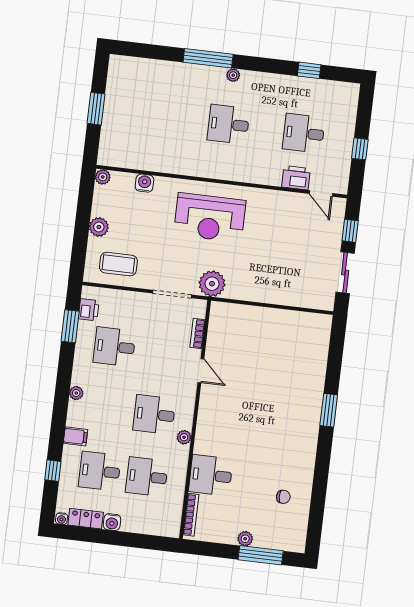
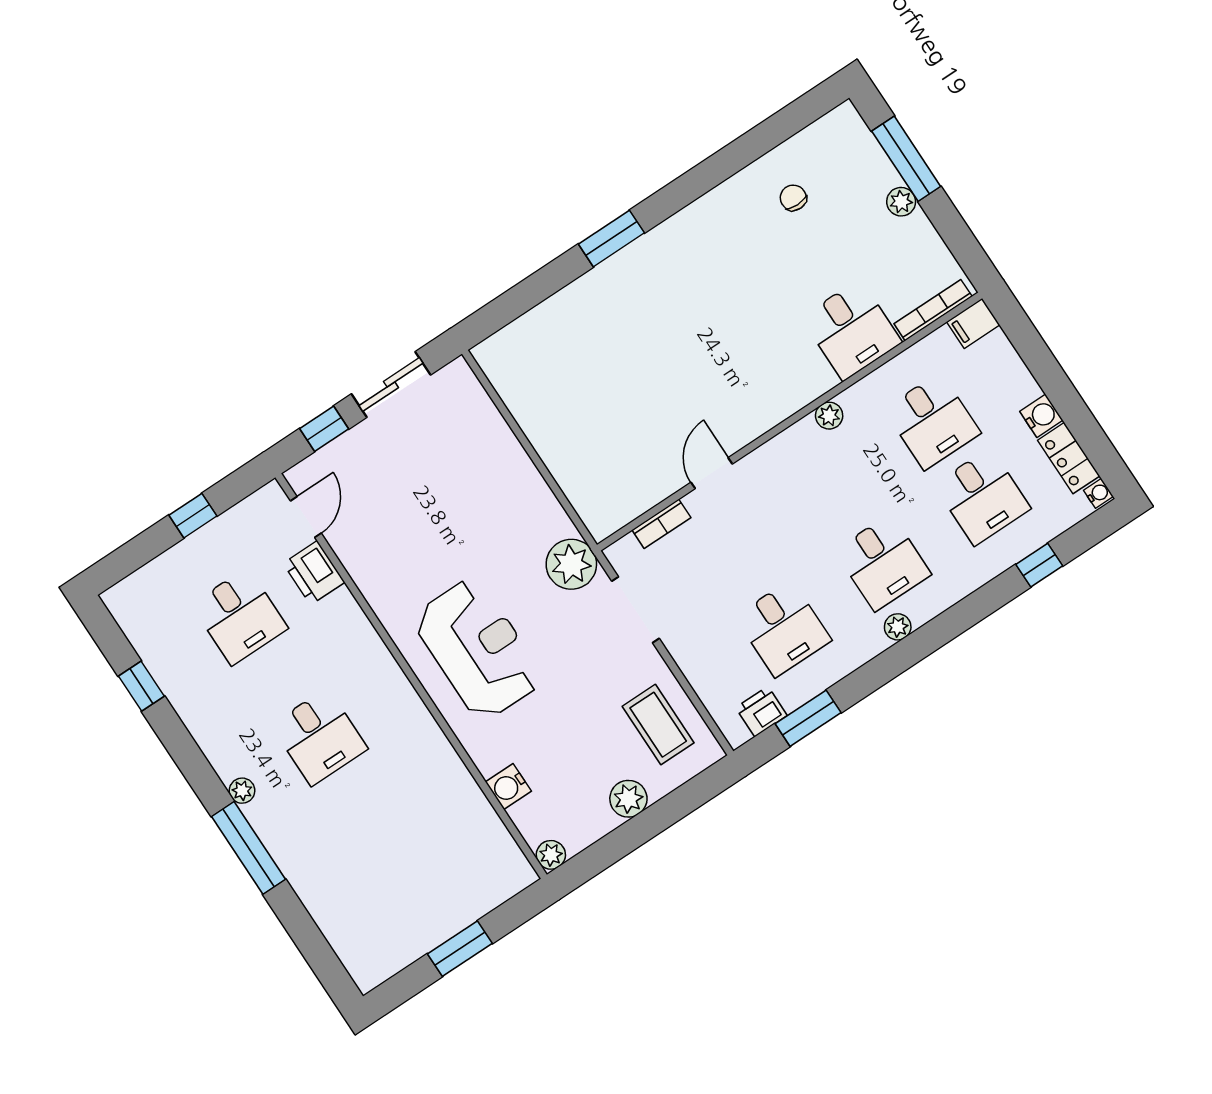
desk: (154, 415) -> (883, 562), moved
filing cabinet: (75, 436) -> (973, 323), moved, turned -90

